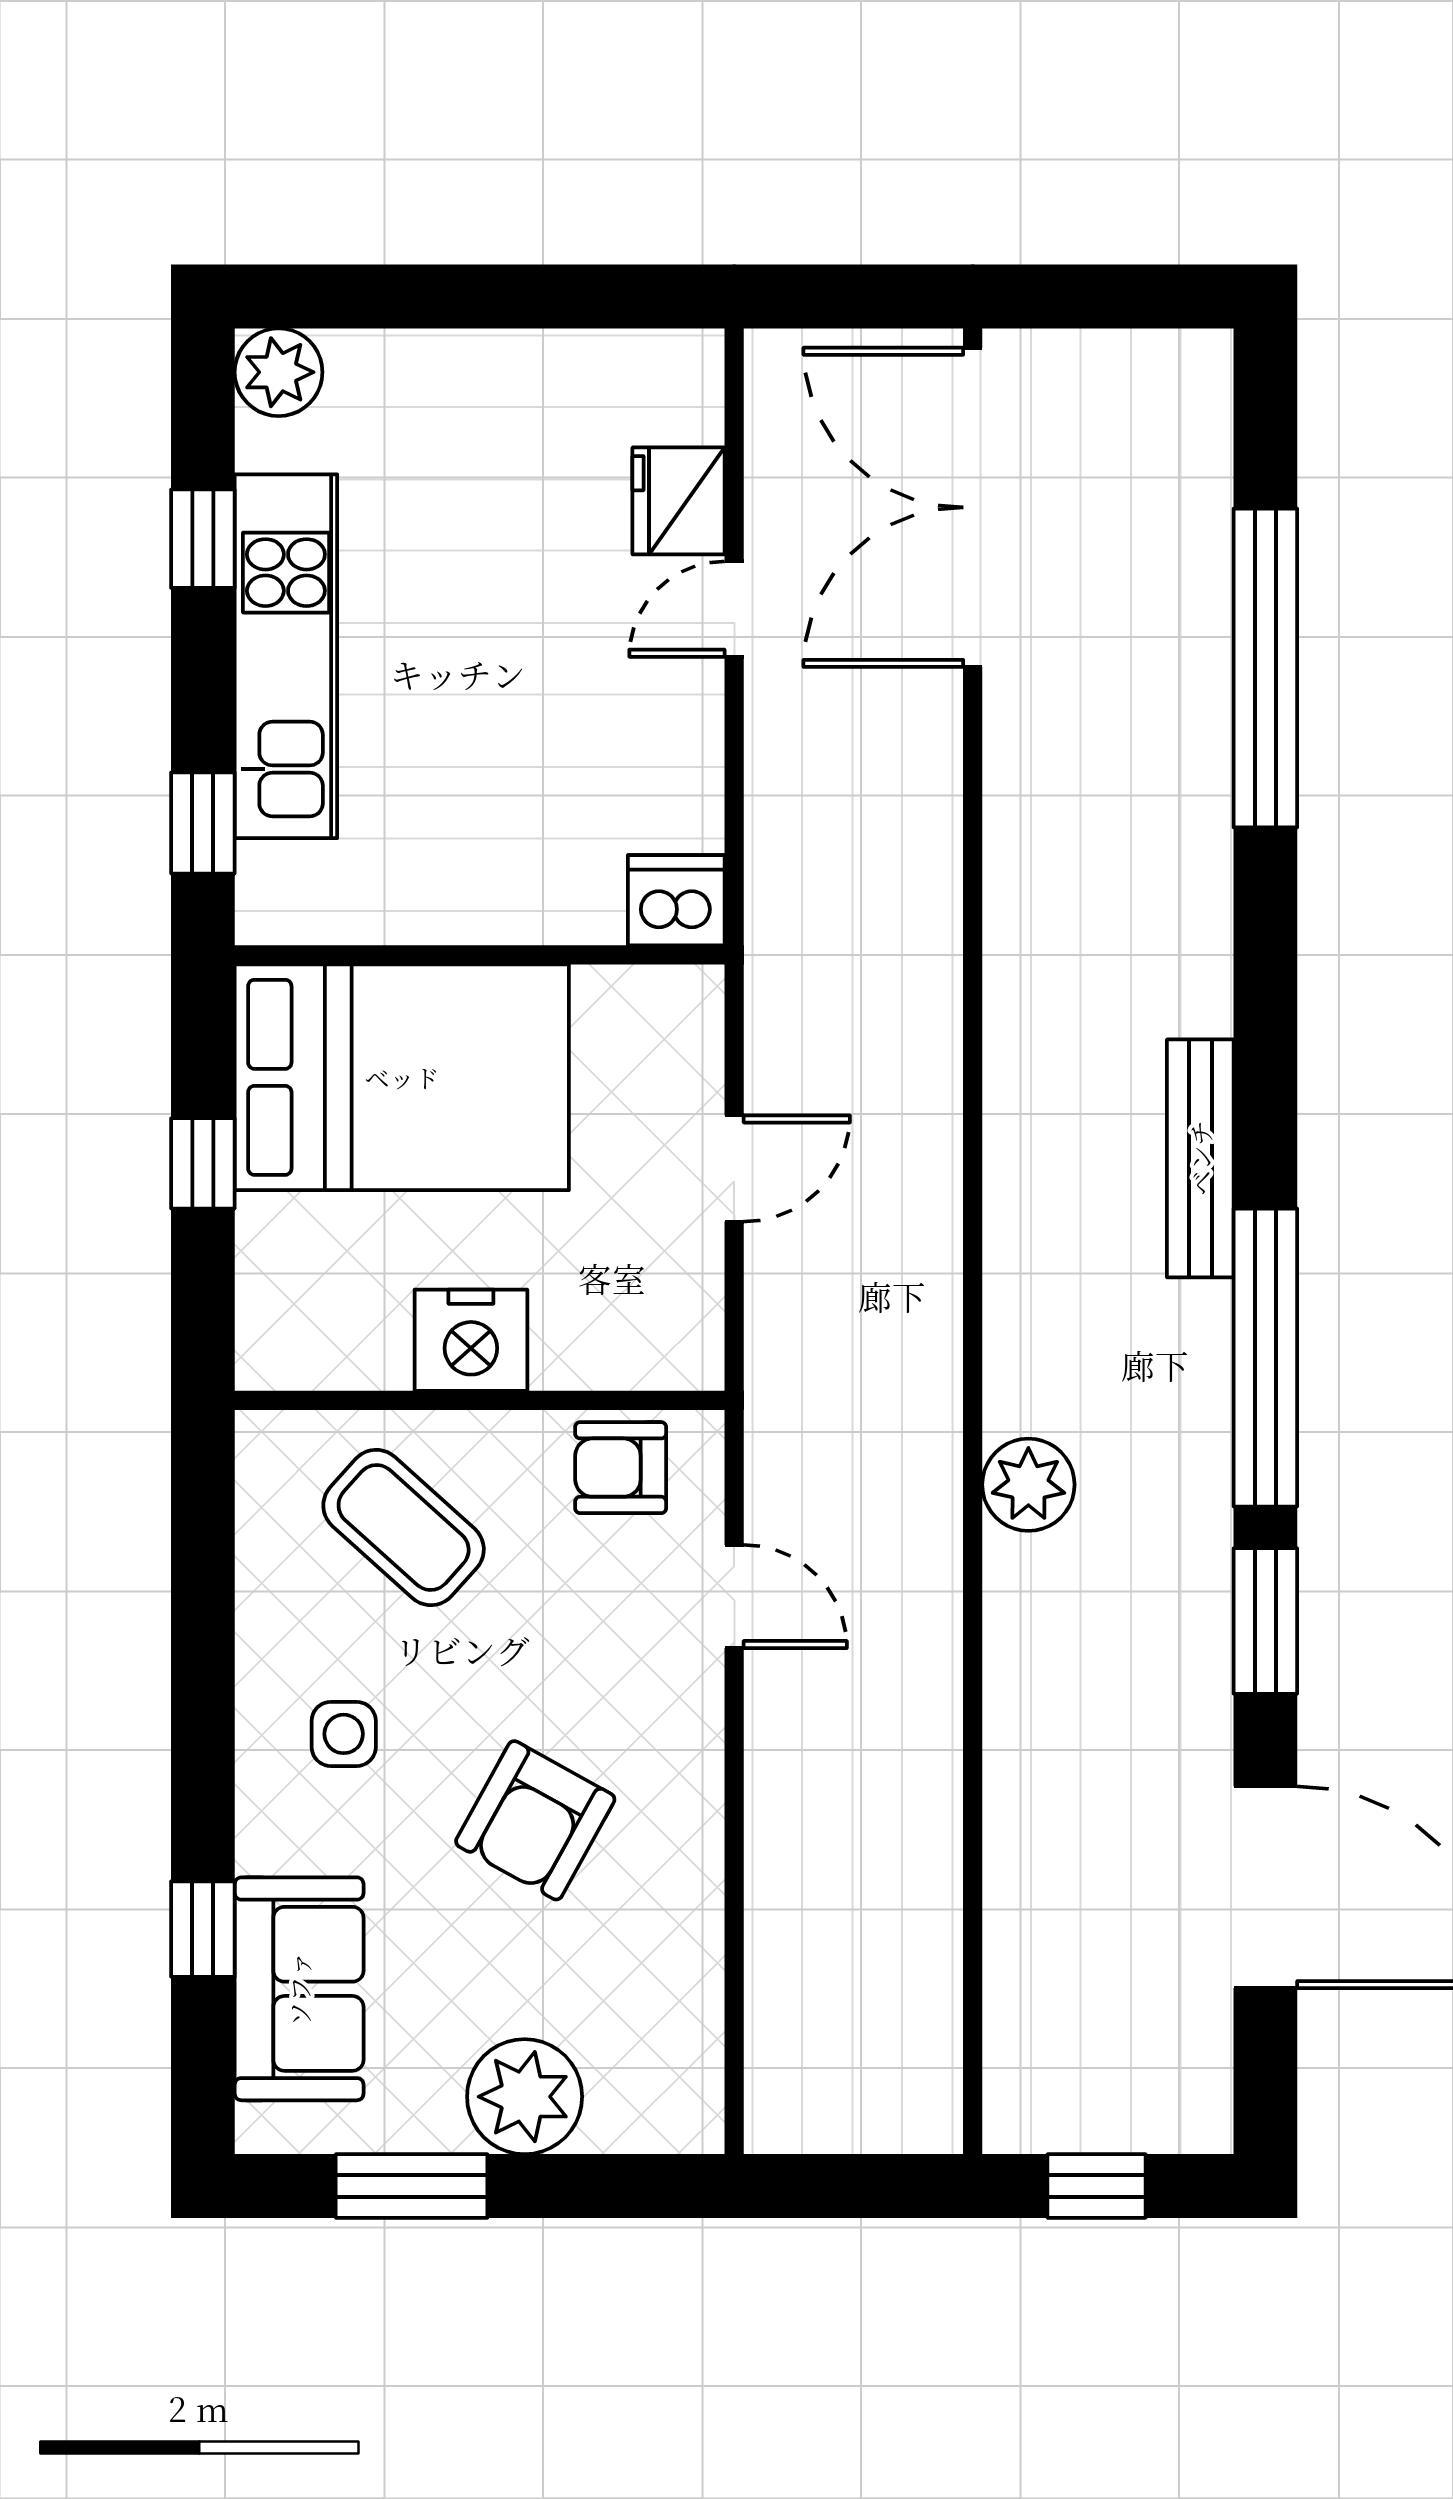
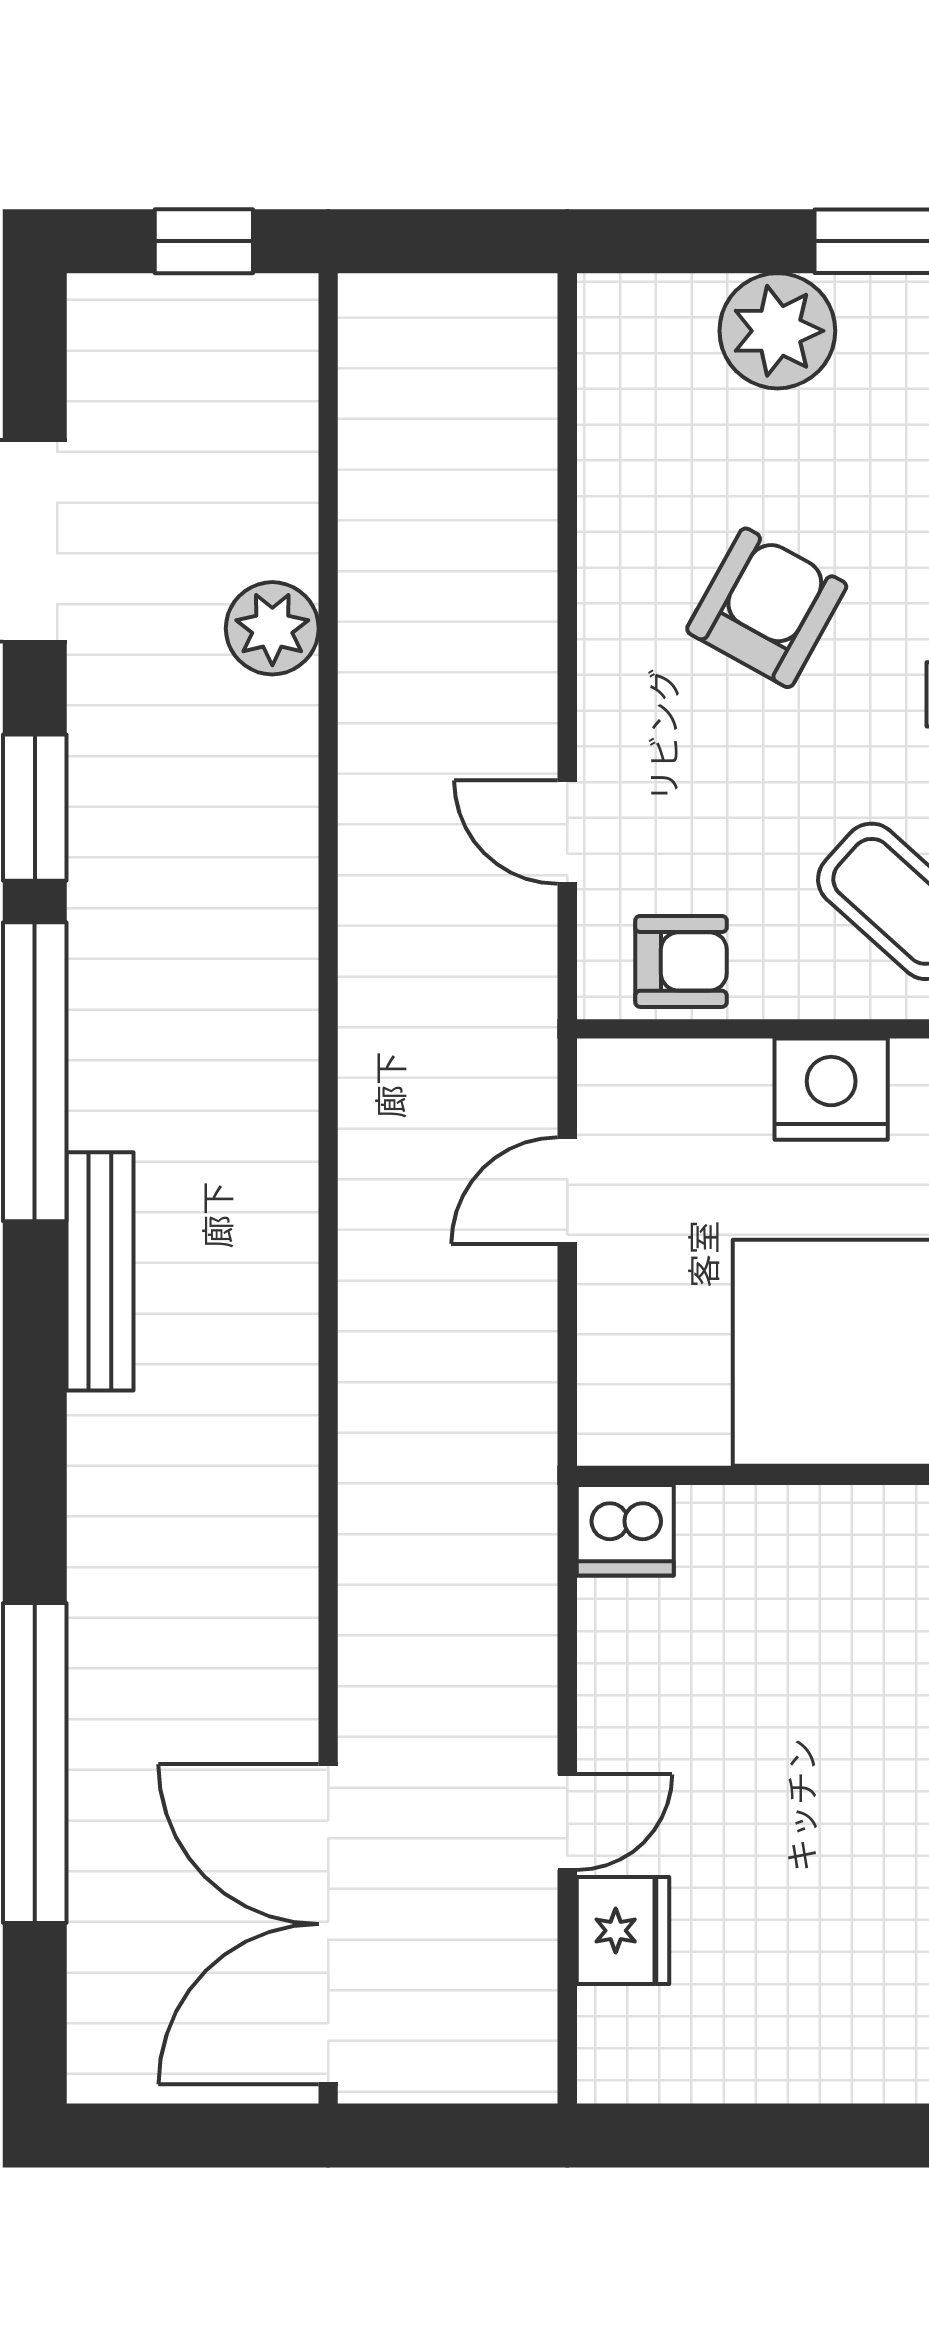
double door: (973, 507) -> (328, 1924), swing flipped
door: (734, 1169) -> (567, 1191), moved
plant: (1028, 1485) -> (272, 628), moved

